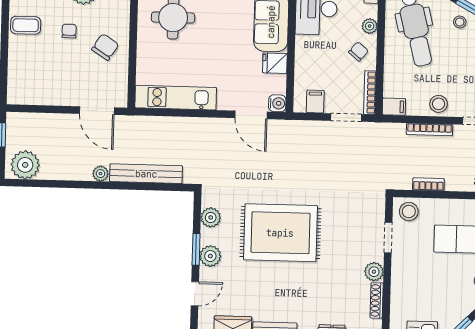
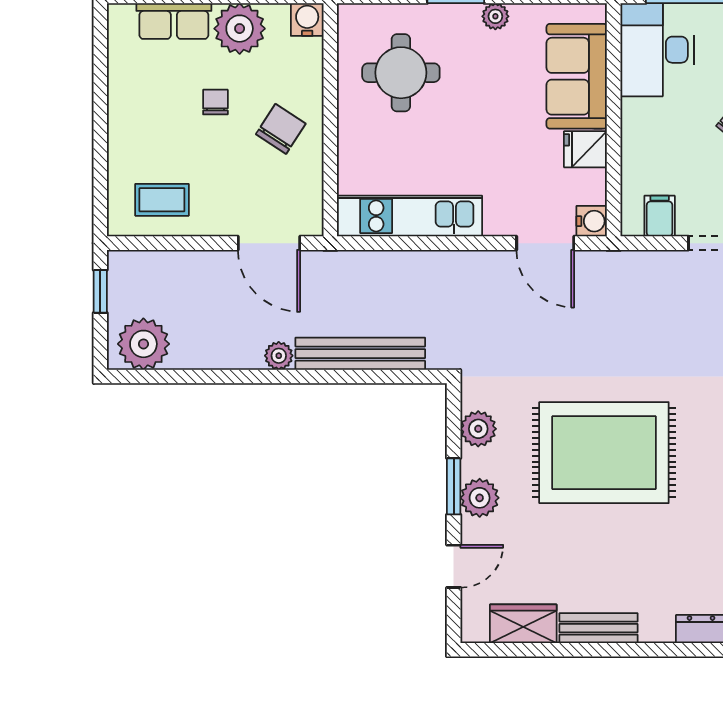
coffee table: (26, 25) -> (162, 200), moved

